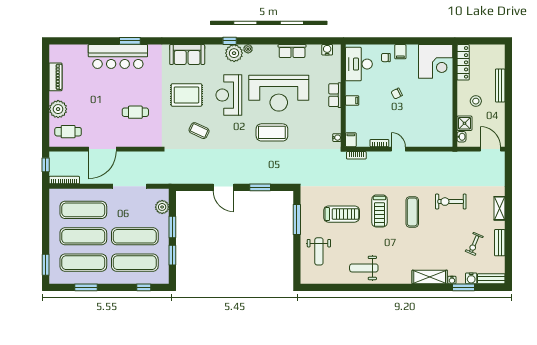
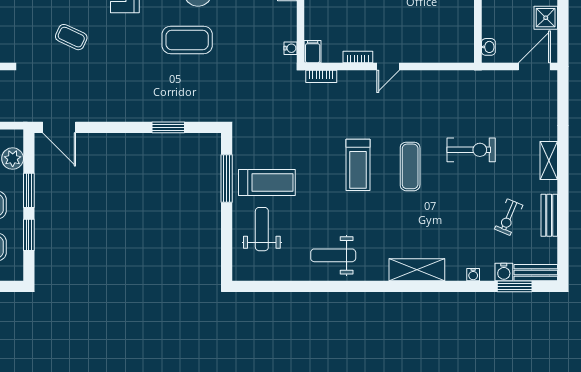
shower: (464, 123) -> (546, 18), moved
door: (398, 149) -> (388, 66), swing flipped
door: (490, 149) -> (534, 66), hinge flipped
door: (224, 187) -> (59, 127), moved
exercise bike: (451, 202) -> (471, 150), turned 180
treadmill: (342, 214) -> (267, 182), moved
weight bench: (319, 251) -> (262, 229), turned 180
shelving: (430, 277) -> (417, 270), moved
window: (463, 287) -> (515, 286), moved

